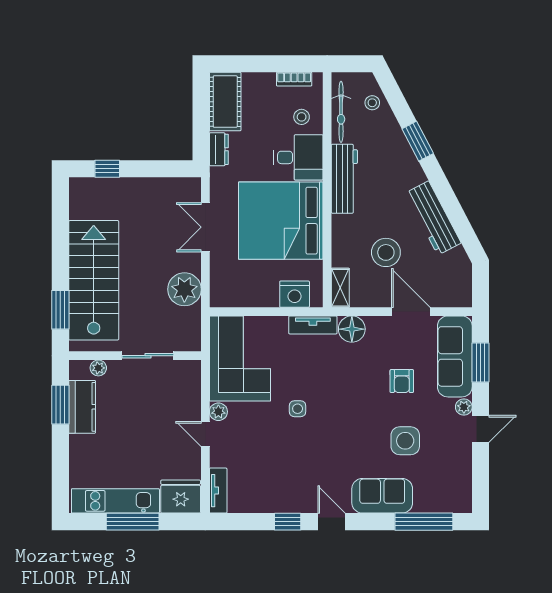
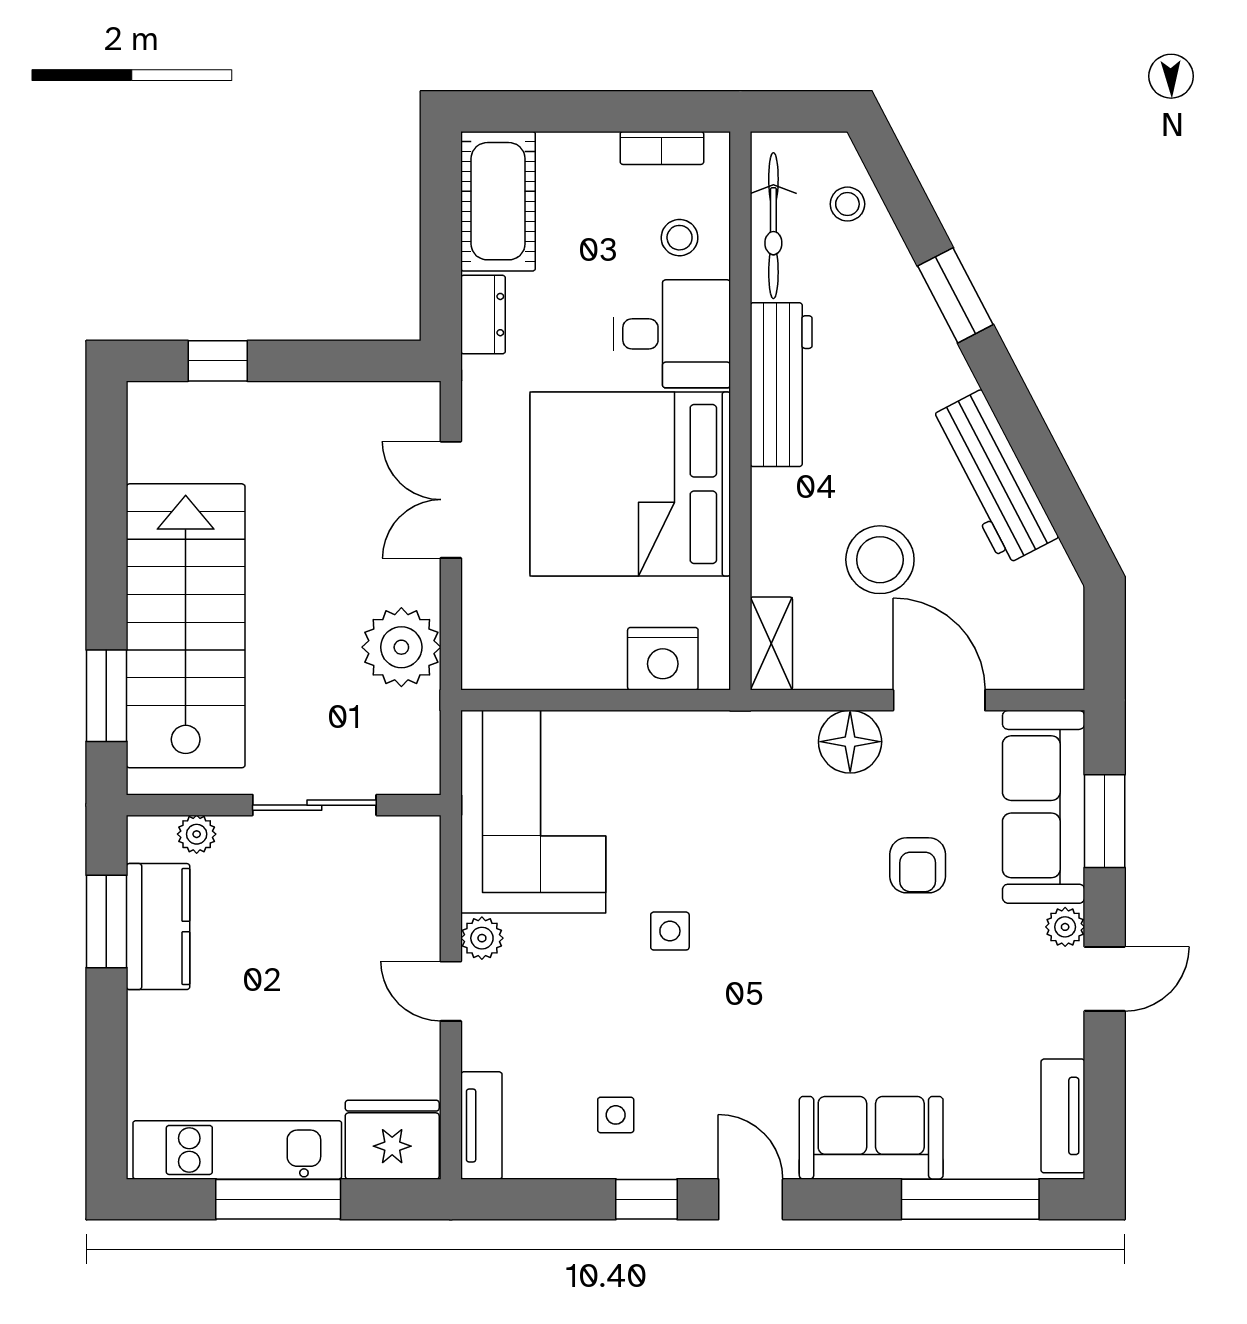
tv unit: (313, 325) -> (1063, 1116), moved, turned 90
floor lamp: (352, 329) -> (850, 742), moved
side table: (405, 441) -> (616, 1115), moved, width x0.54, depth x0.54

